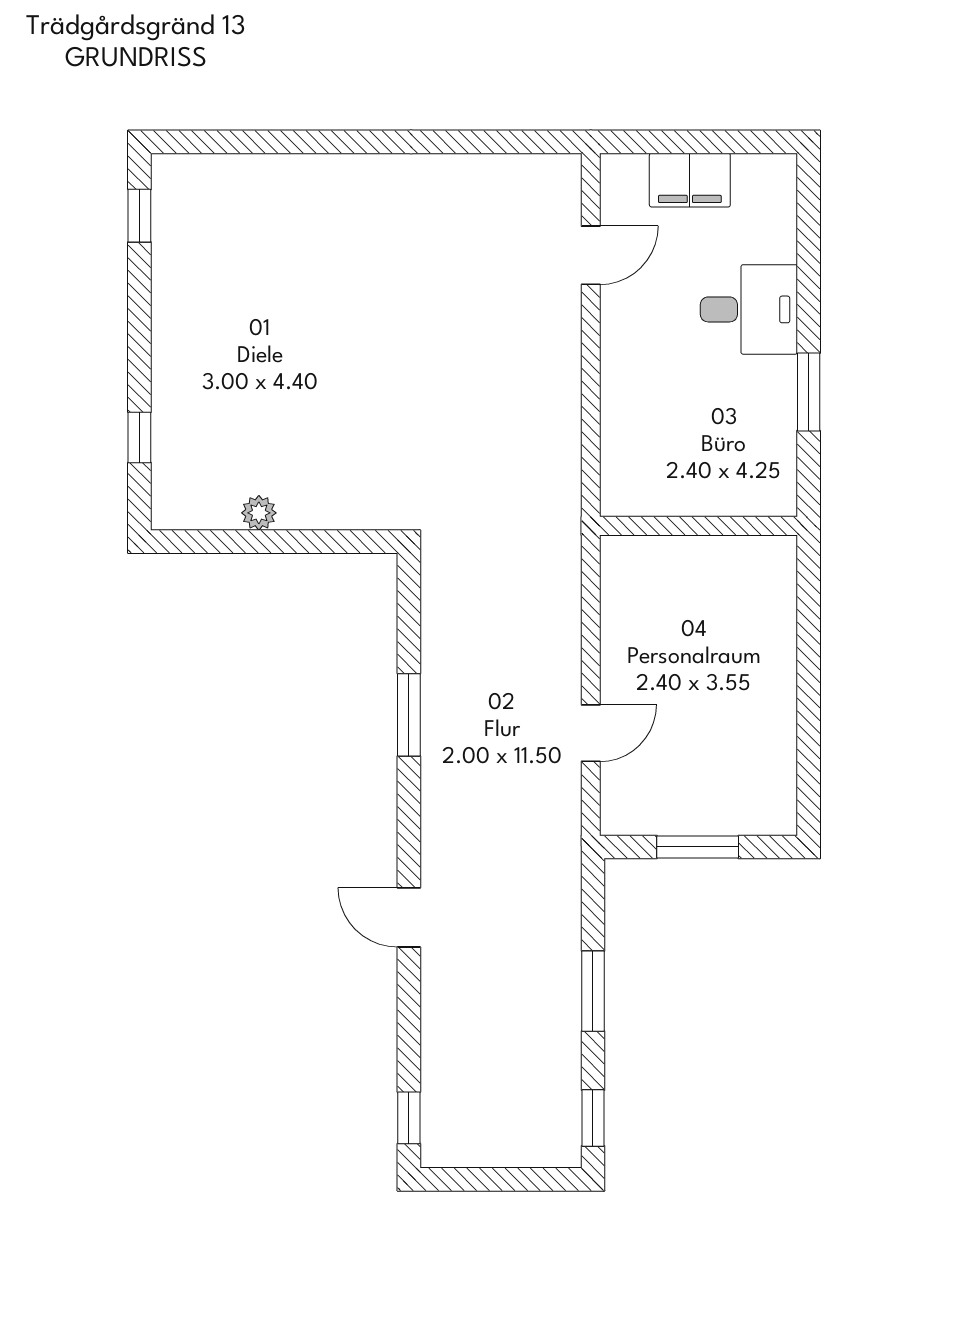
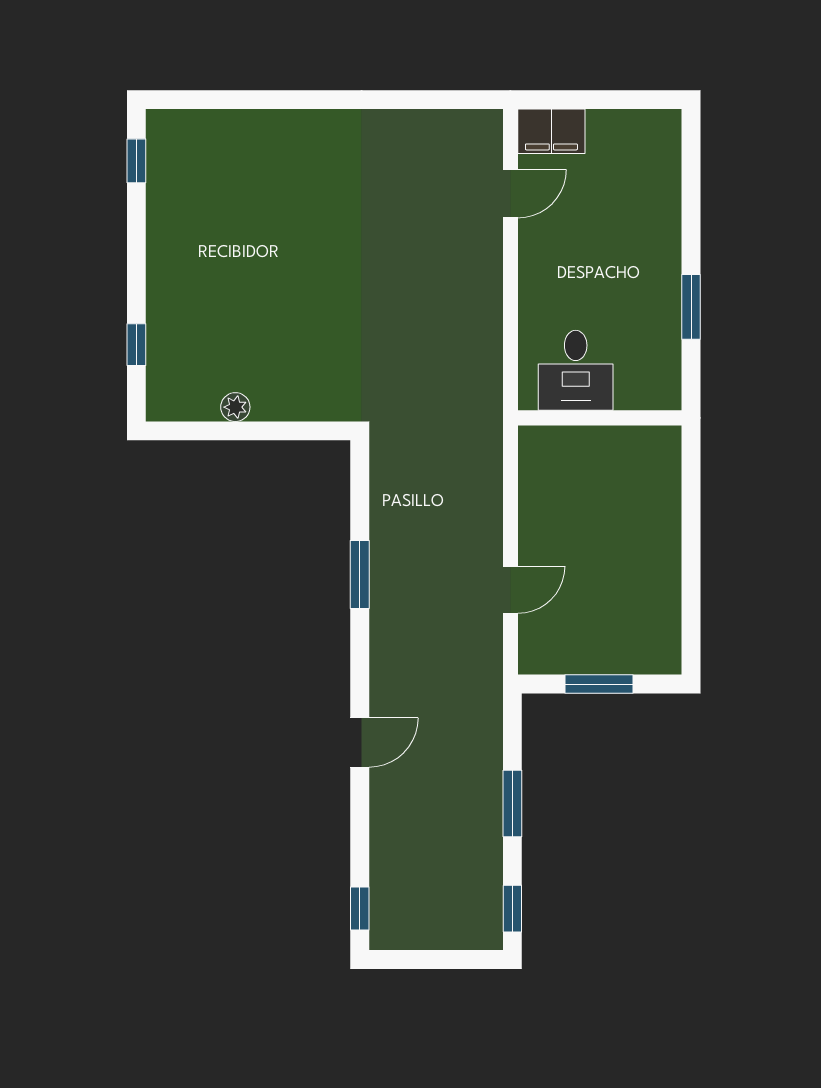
filing cabinet: (690, 180) -> (551, 131), moved
desk: (749, 309) -> (576, 370), moved, turned 90
door: (409, 917) -> (360, 742), swing flipped

